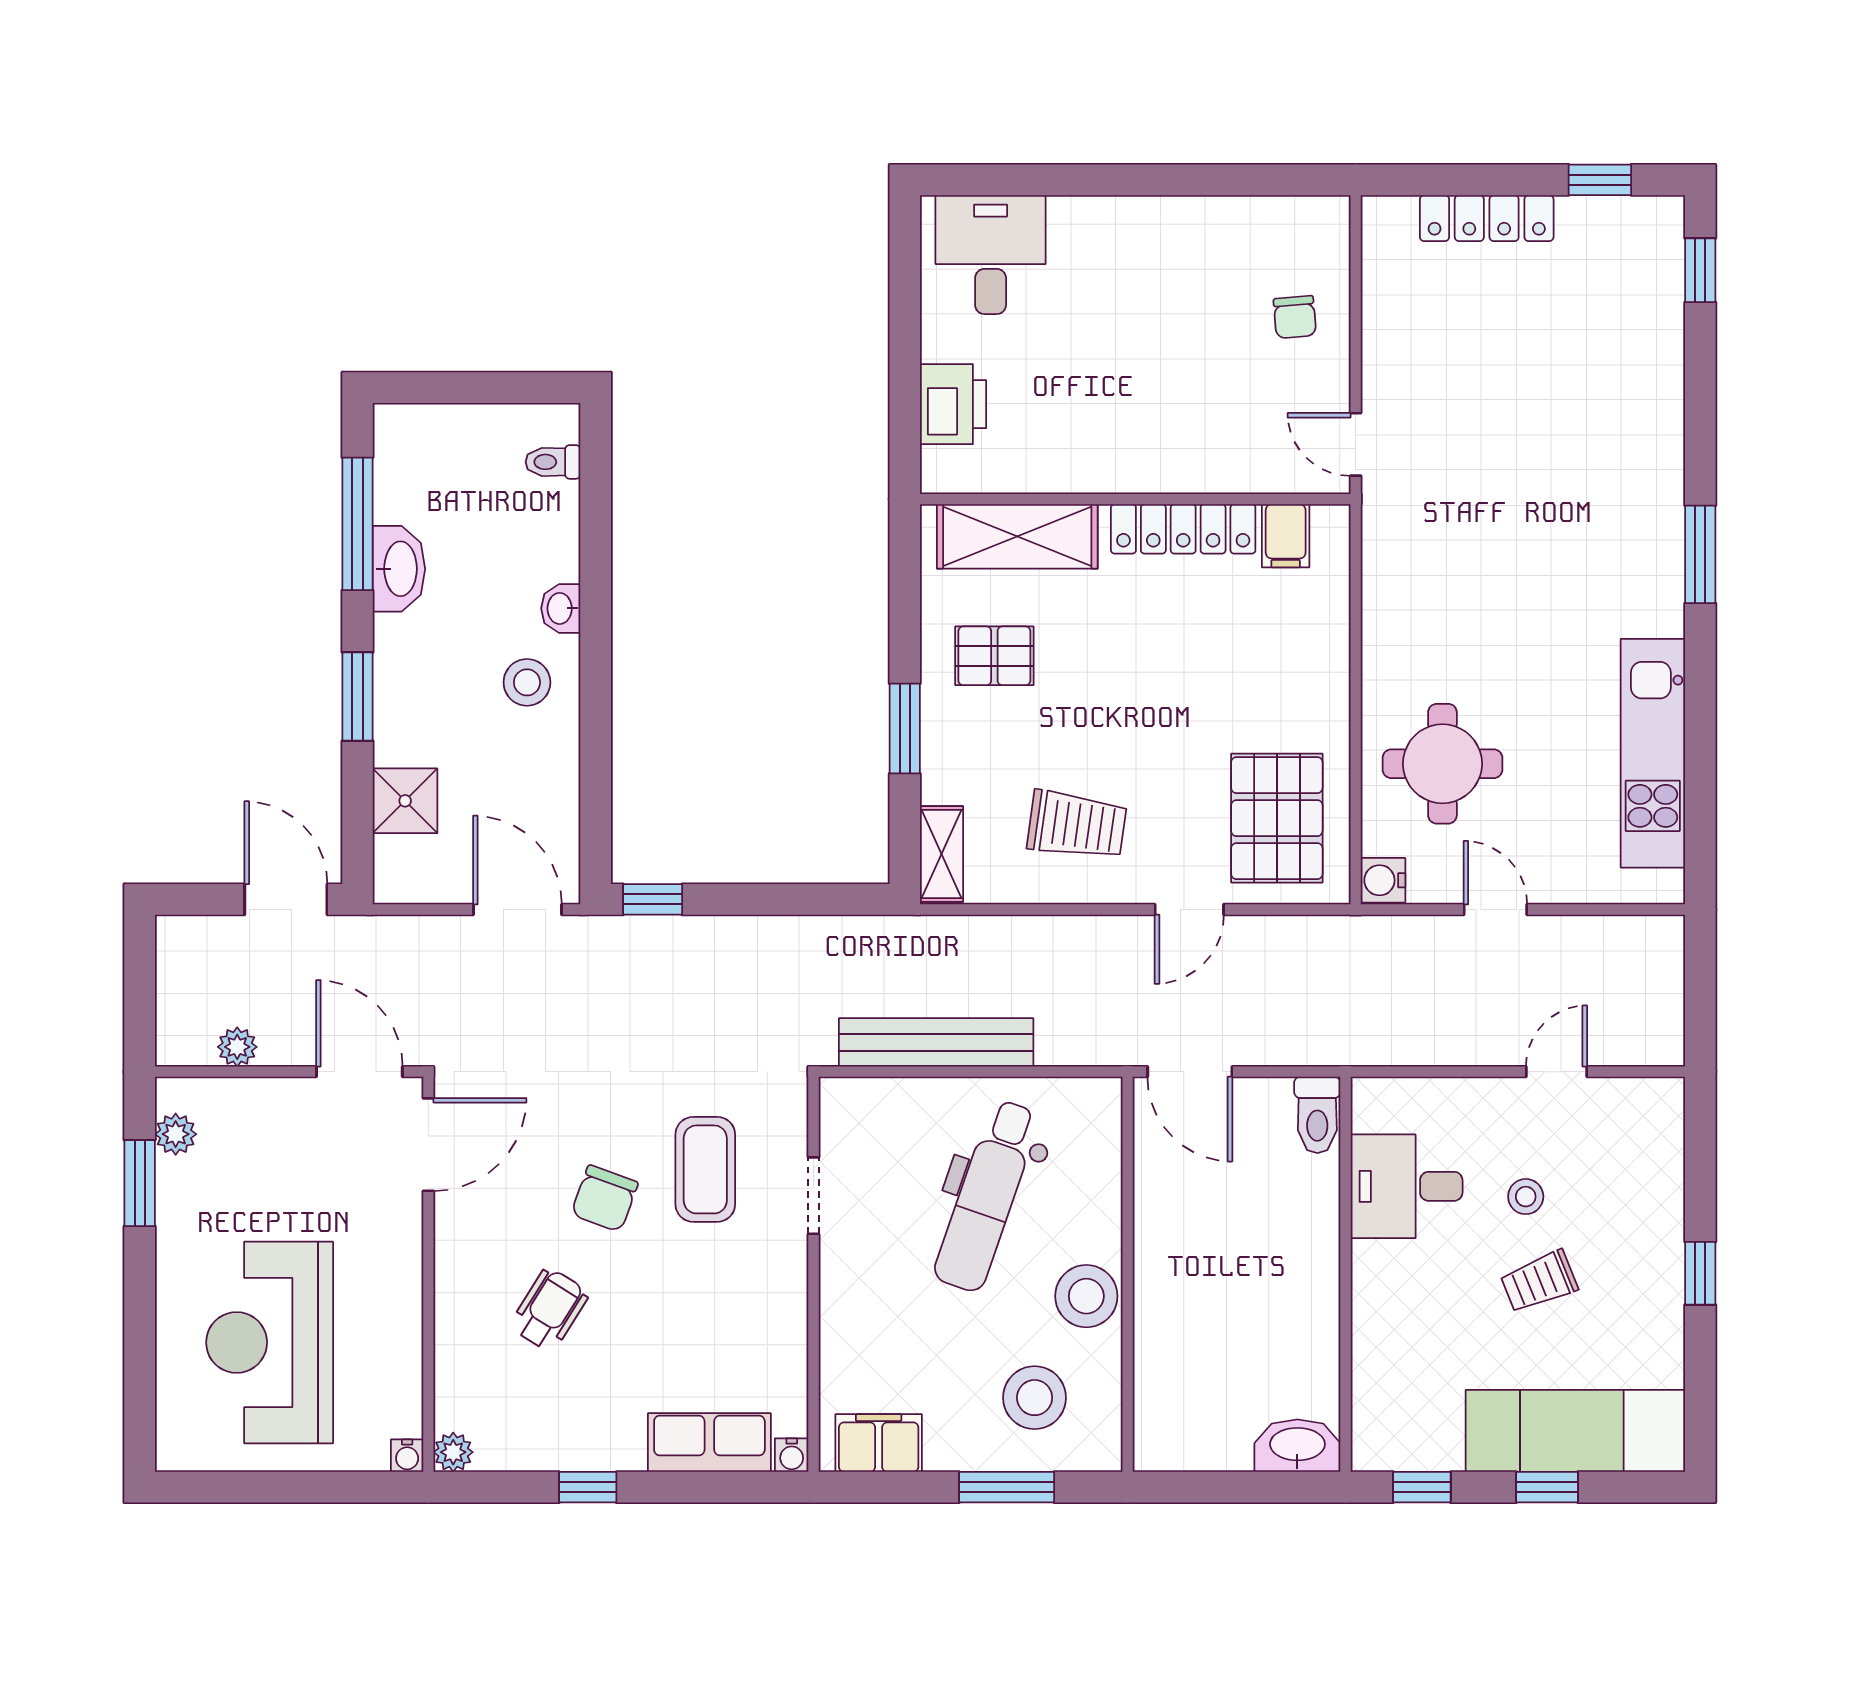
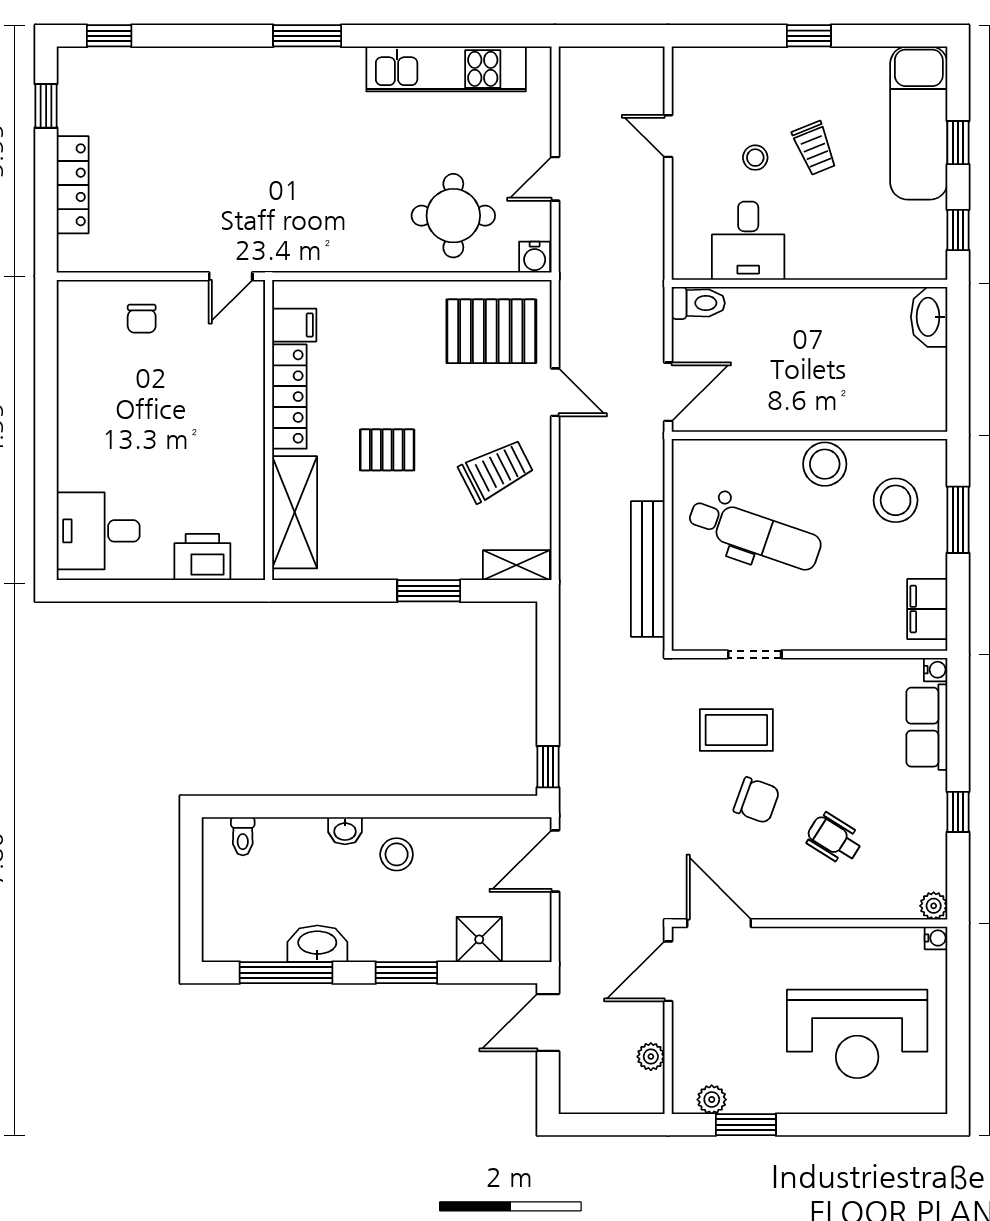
chair: (1295, 317) -> (142, 319), turned 95
pallet: (994, 656) -> (387, 450), moved, turned 90
trolley: (1077, 825) -> (496, 471), turned 55

